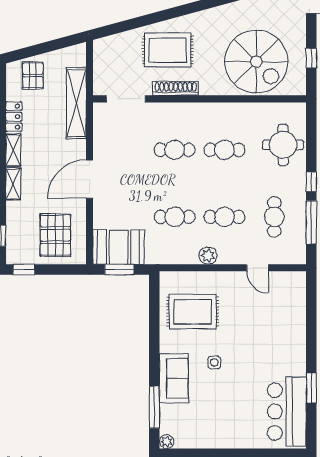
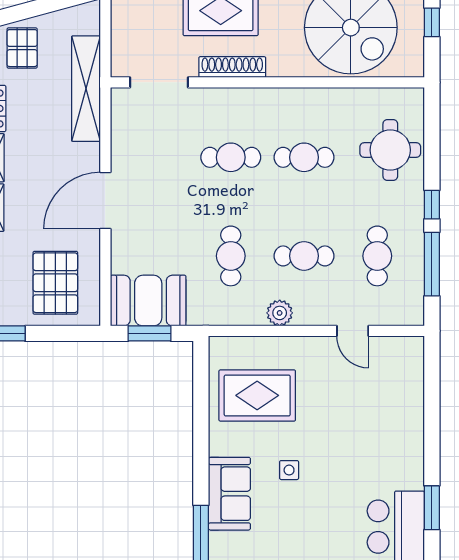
cafe table: (175, 217) -> (231, 256), turned 90

